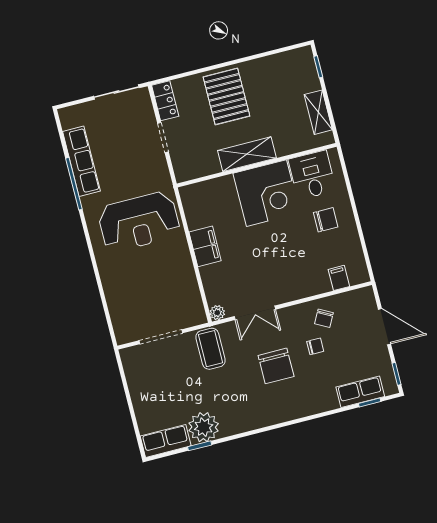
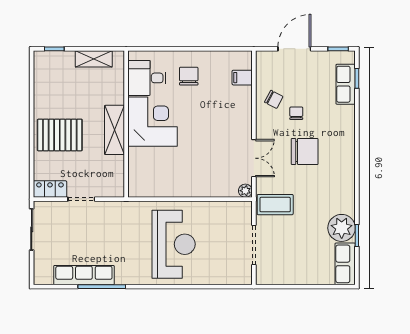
reception desk: (139, 222) -> (174, 244), moved
filing cabinet: (205, 246) -> (185, 187), removed

